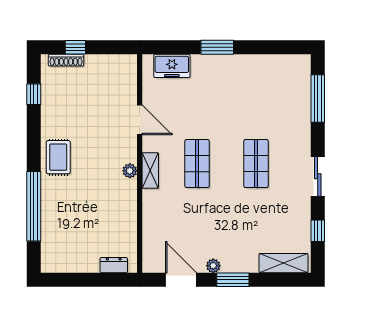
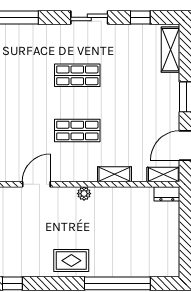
shelving: (150, 171) -> (114, 174), moved
shelving: (150, 255) -> (163, 175), added
dresser: (114, 265) -> (167, 194), moved, turned -90
plant: (213, 266) -> (173, 115), removed

